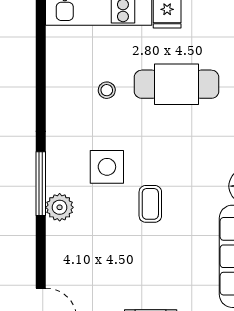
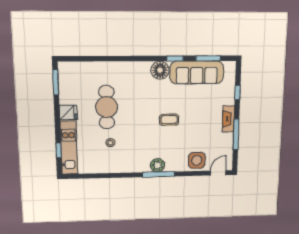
side table: (107, 167) -> (197, 160), moved
plant: (60, 207) -> (158, 165), moved

